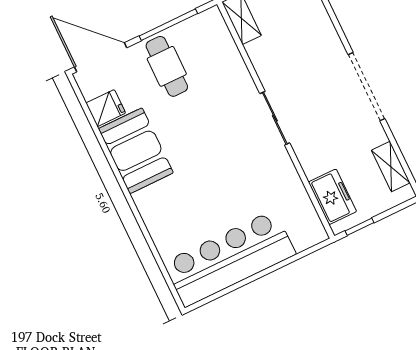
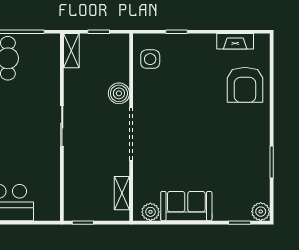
boiler: (327, 43) -> (119, 93), added
freezer: (333, 197) -> (75, 195), removed

